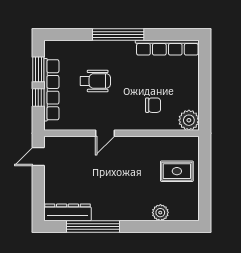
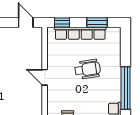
wheelchair: (95, 81) -> (87, 69), turned -99
window: (38, 98) -> (62, 22), moved

